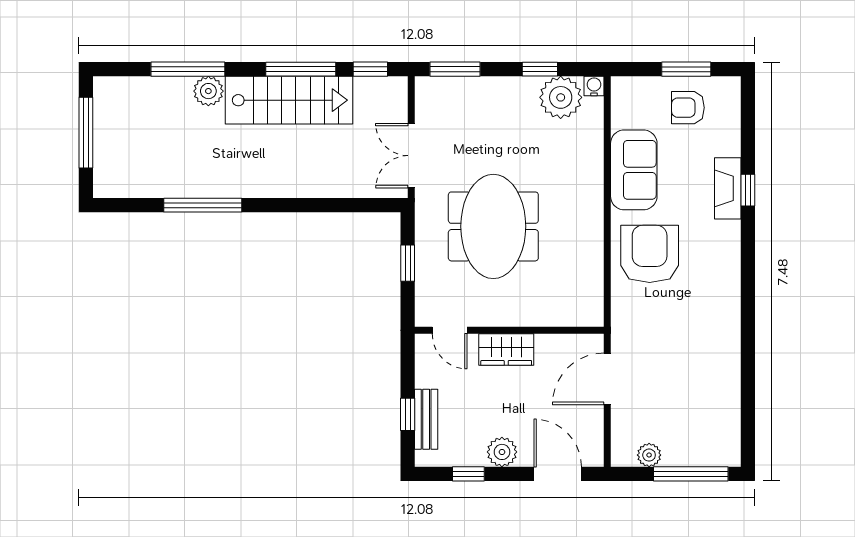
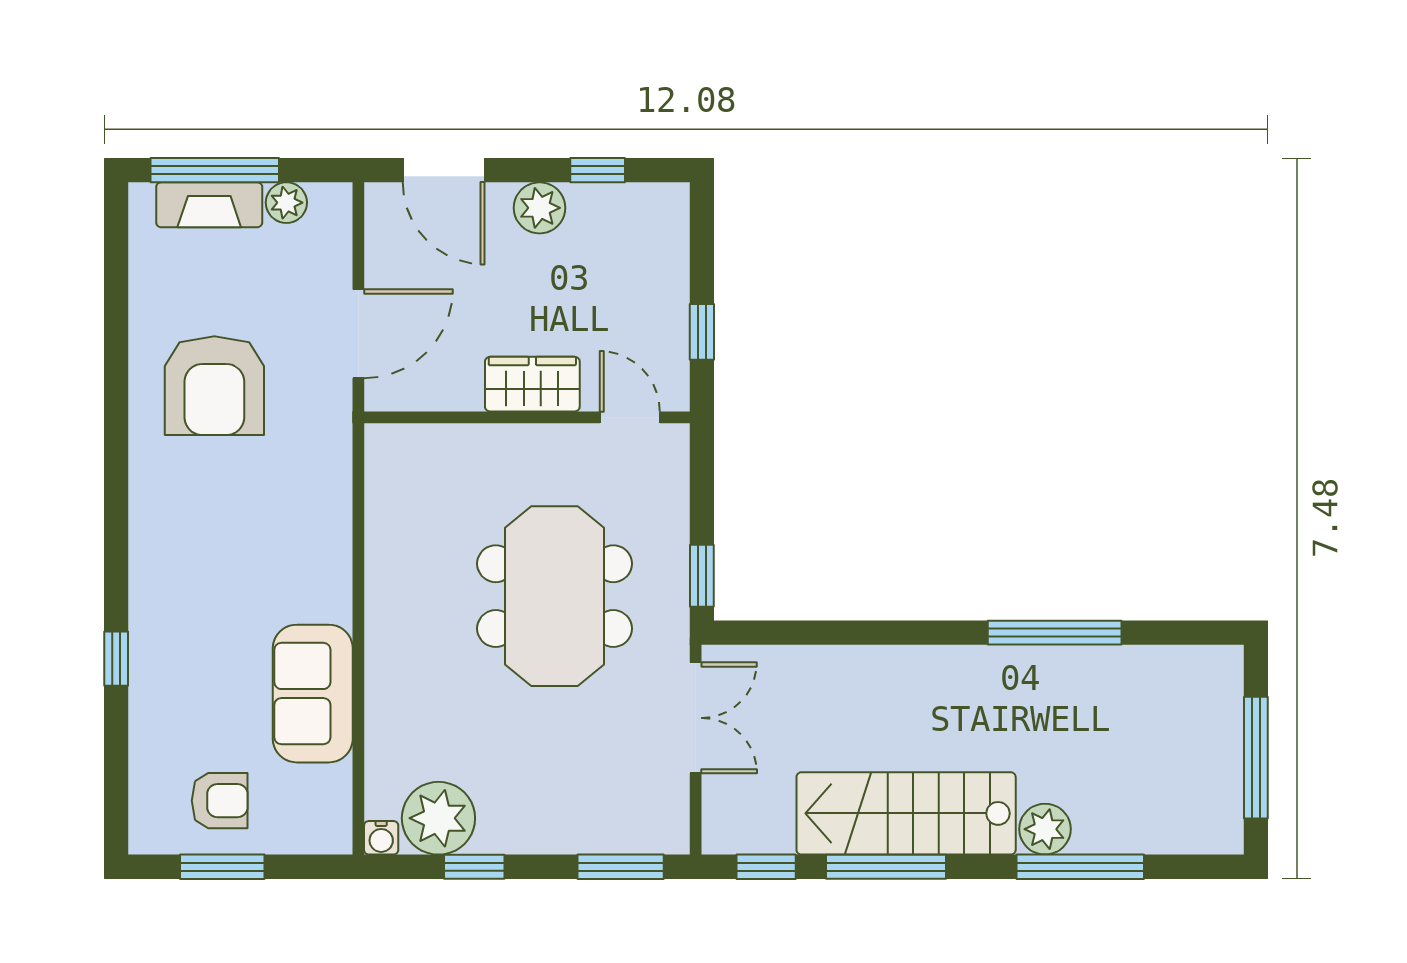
fireplace: (728, 188) -> (209, 205), moved, turned 90
armchair: (650, 254) -> (214, 386), moved
window: (408, 263) -> (702, 576), moved
window: (408, 414) -> (702, 332), moved
bench: (426, 419) -> (670, 264), removed

